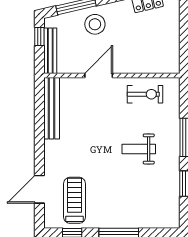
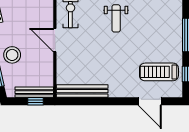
window: (39, 36) -> (36, 101), moved
door: (99, 75) -> (55, 40), moved

